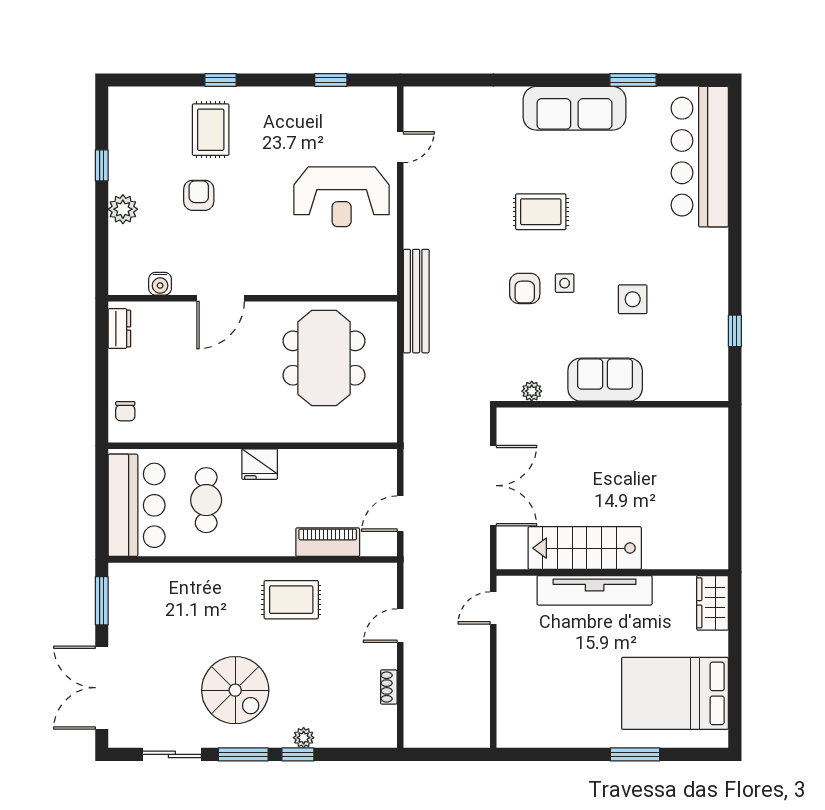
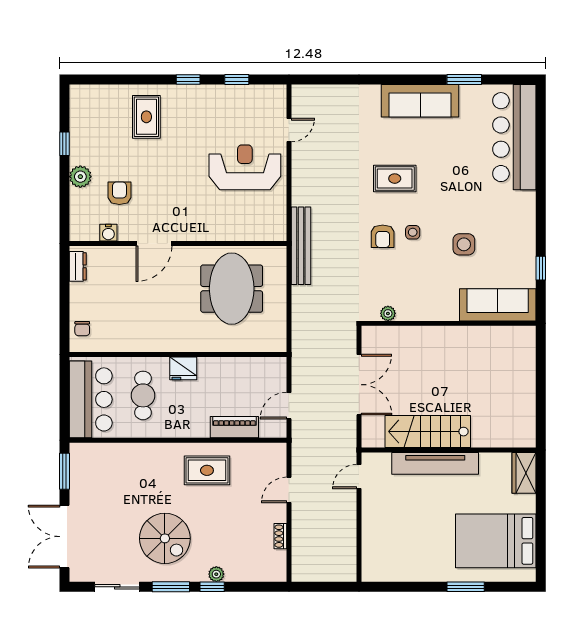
window: (221, 80) -> (188, 79), moved
armchair: (199, 195) -> (119, 193), moved
reception desk: (342, 197) -> (245, 167), turned 180
sofa: (605, 380) -> (498, 305), moved, width x1.36

